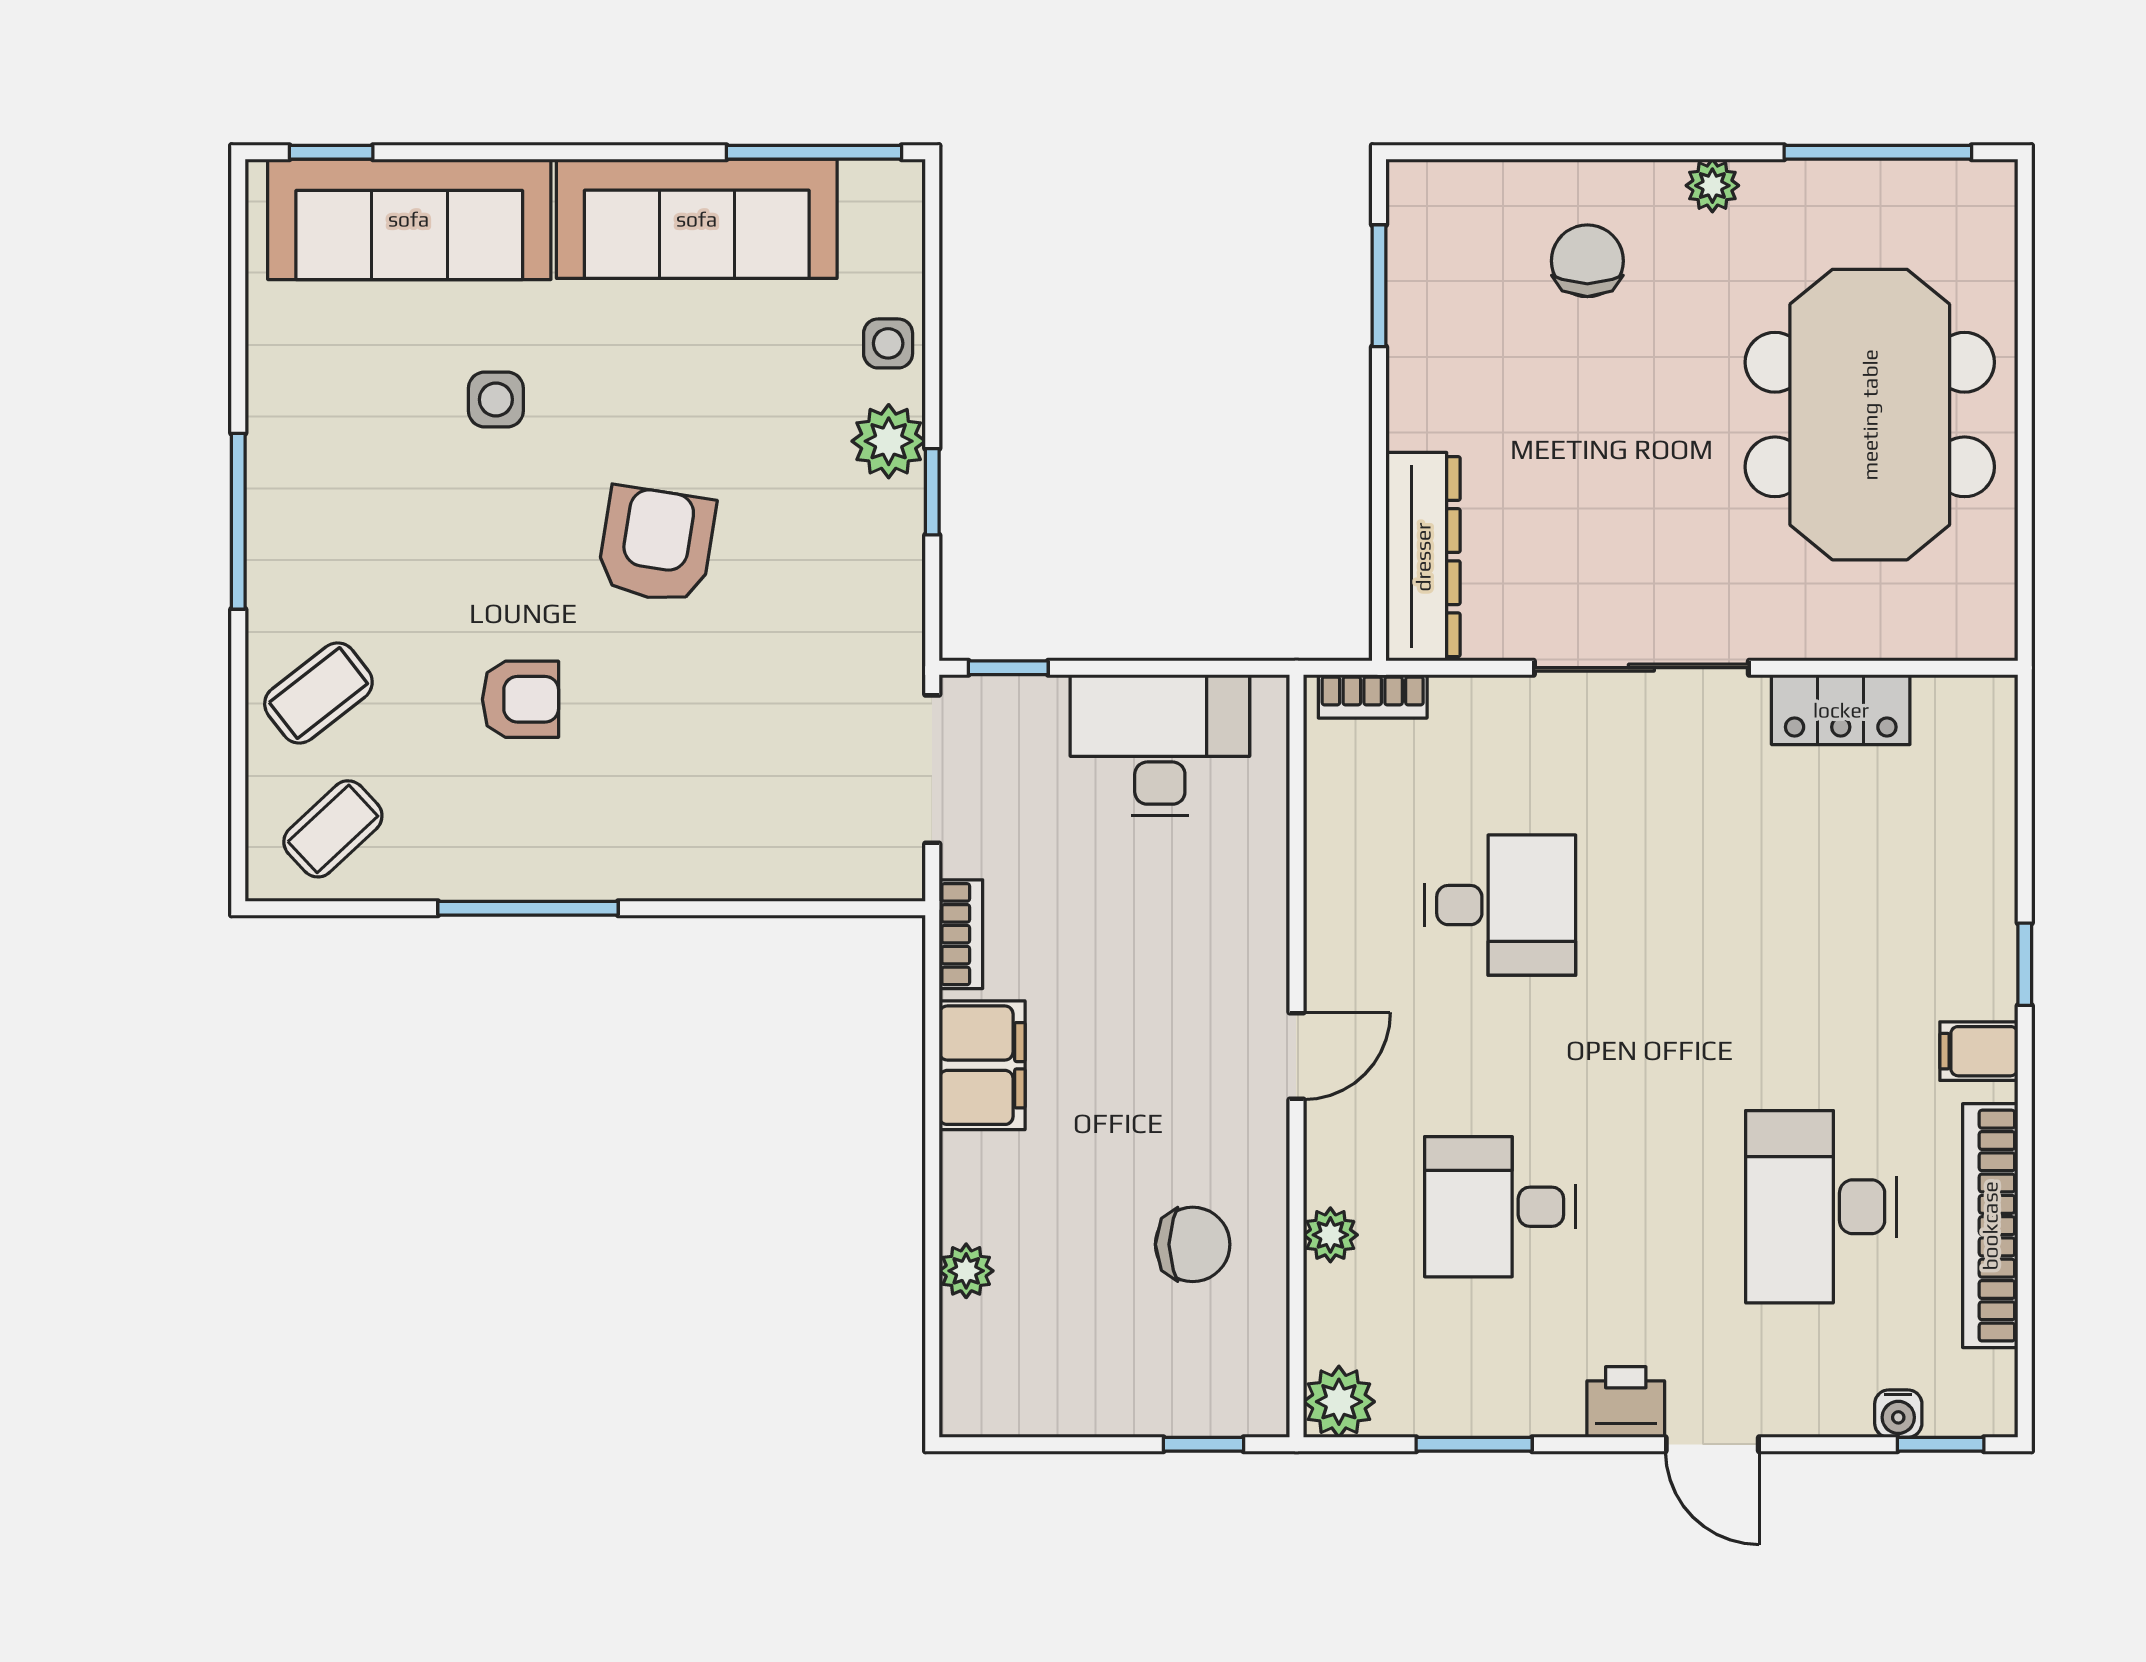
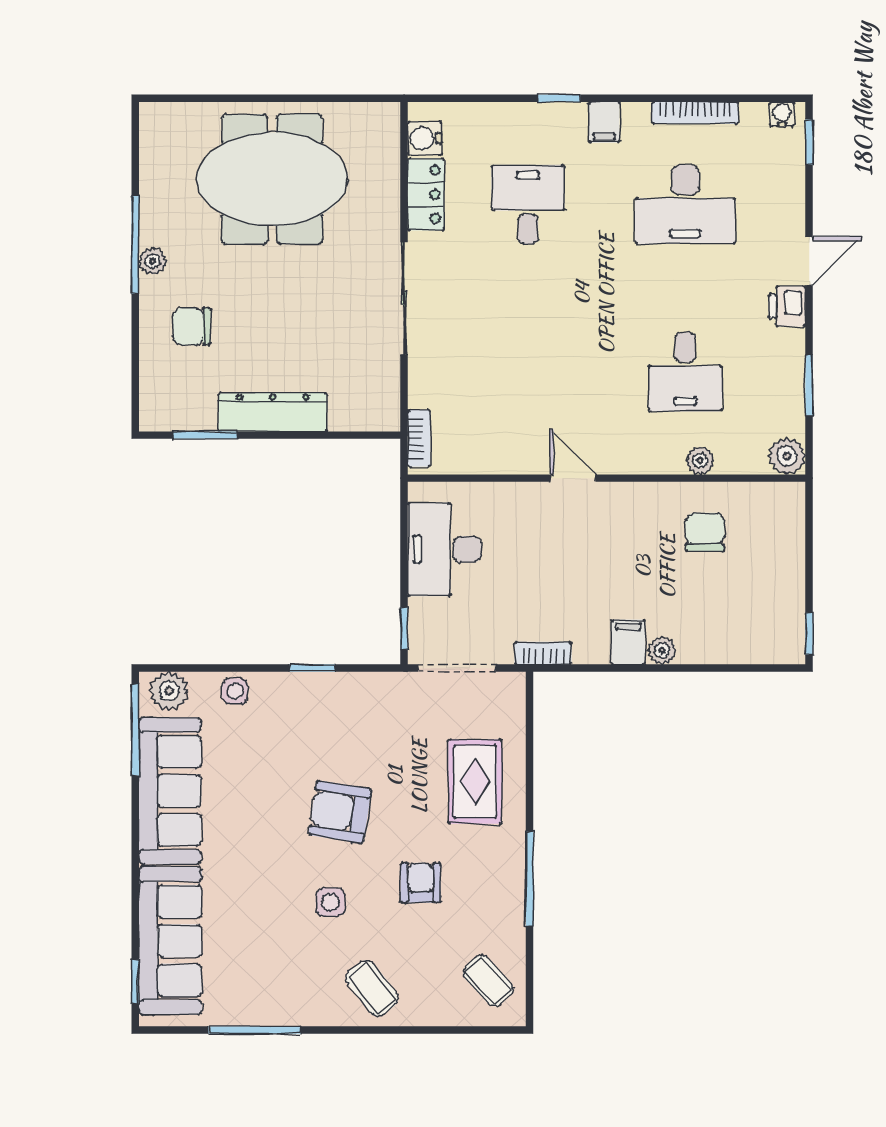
window: (1878, 152) -> (135, 245), moved
side table: (496, 400) -> (330, 902), moved
plant: (889, 441) -> (169, 691), moved
window: (238, 521) -> (254, 1030), moved
dresser: (1423, 557) -> (273, 412), moved
coffee table: (318, 693) -> (372, 988), moved
water cooler: (1948, 707) -> (425, 138), added
rug: (715, 804) -> (475, 781), added
desk: (1500, 905) -> (528, 204), moved
door: (1296, 1056) -> (573, 478), moved
filing cabinet: (982, 1065) -> (628, 642), width x0.50
bookcase: (1990, 1226) -> (695, 113), width x0.68, depth x0.76
plant: (966, 1271) -> (662, 650), moved
water cooler: (1898, 1414) -> (782, 114), moved, turned -90
window: (1204, 1444) -> (809, 634), moved

